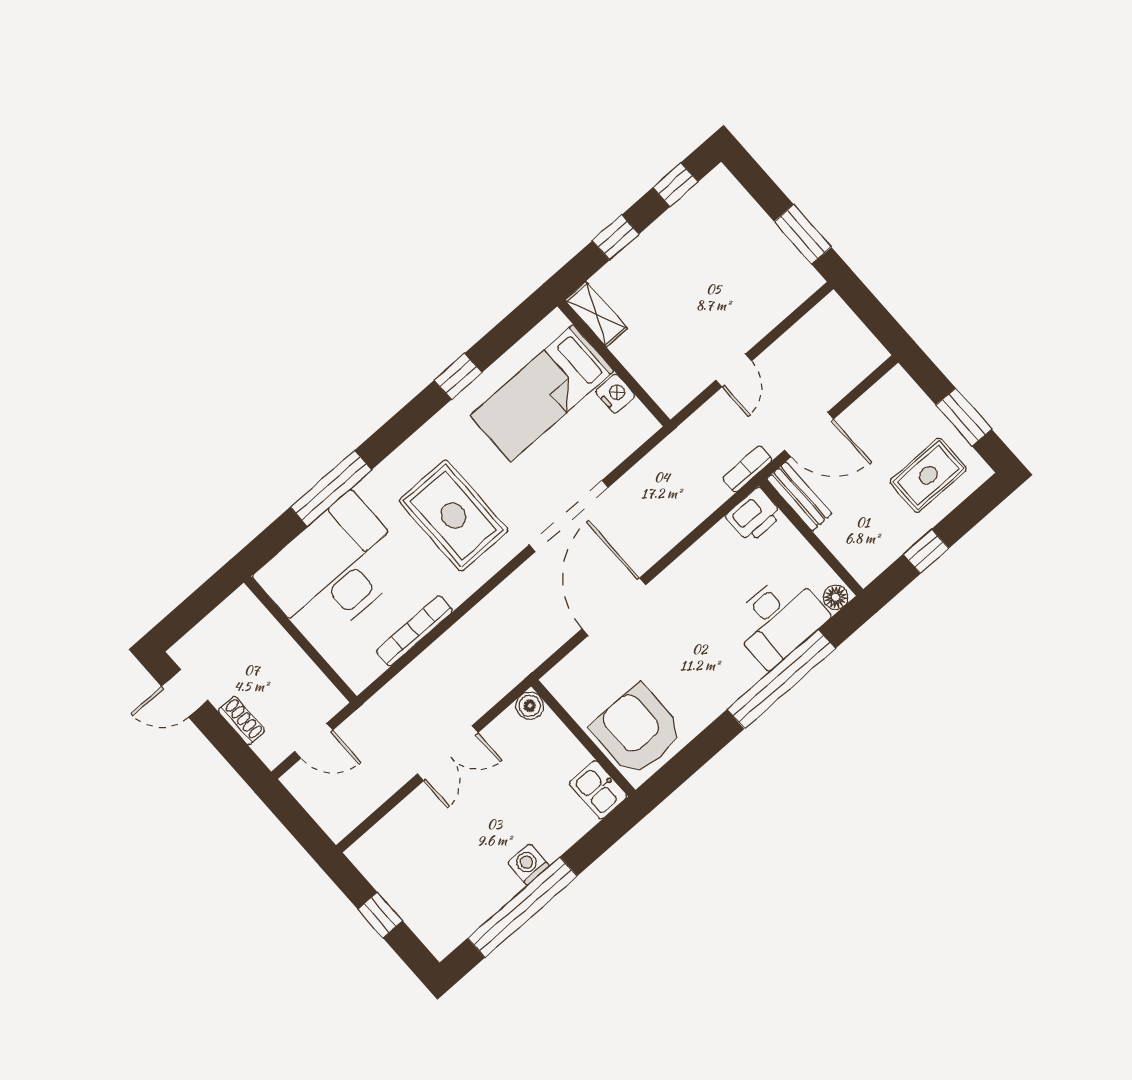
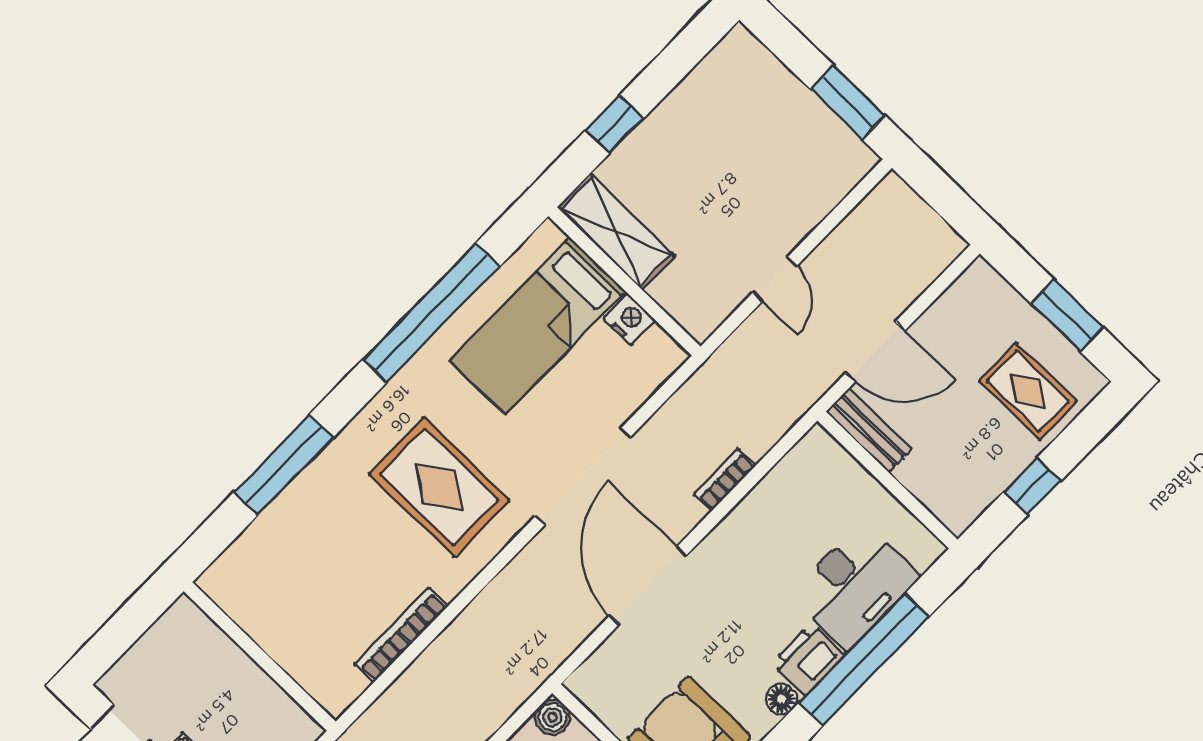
window: (675, 185) -> (684, 53), removed
shelving: (596, 314) -> (616, 231), width x1.50, depth x1.33
window: (458, 376) -> (431, 313), width x3.17
bookcase: (747, 469) -> (725, 480), moved
rug: (928, 475) -> (1028, 391), turned 90
printer: (754, 515) -> (808, 659), moved, turned 180
desk: (334, 570) -> (295, 566), removed
floor lamp: (836, 597) -> (781, 699), moved

